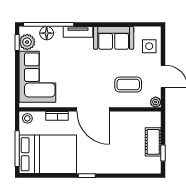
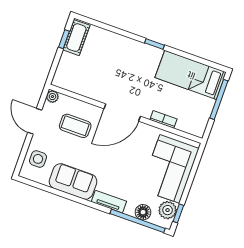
door: (93, 109) -> (122, 113), swing flipped
stool: (27, 118) -> (196, 128), removed
cot: (153, 142) -> (76, 38), moved
bed: (48, 154) -> (191, 75), width x0.67

